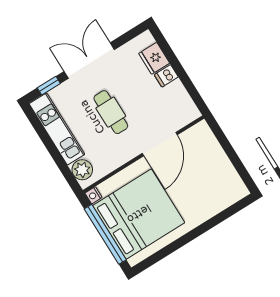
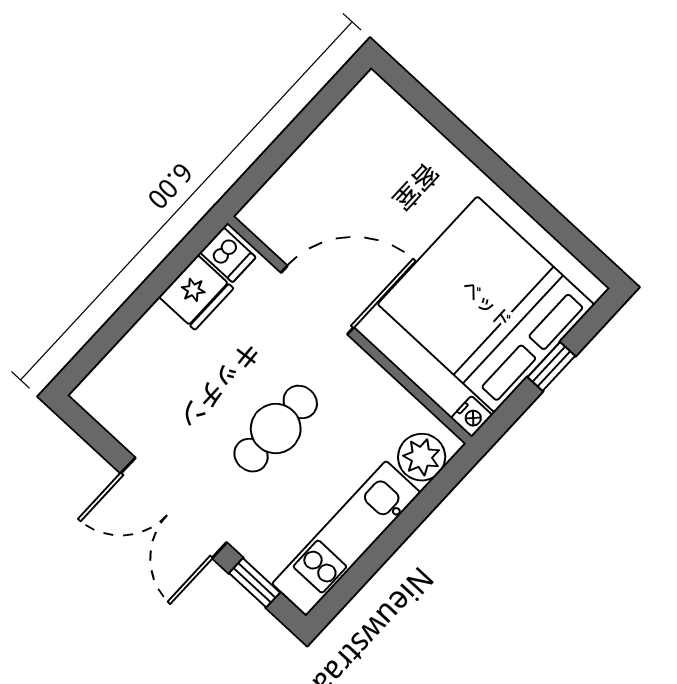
fridge: (154, 58) -> (196, 293), moved
dishwasher: (166, 76) -> (228, 255), moved
window: (105, 234) -> (551, 367), width x0.32

